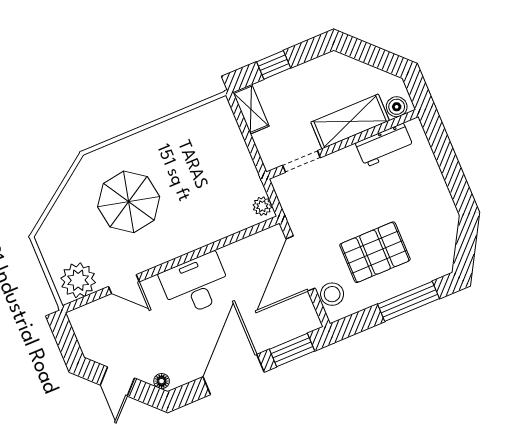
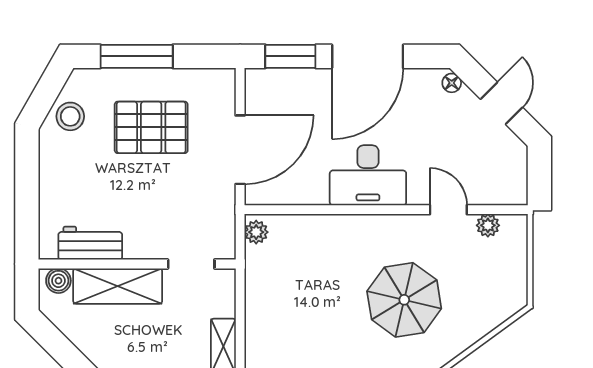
plant: (78, 280) -> (488, 225), width x0.53, depth x0.53
stool: (332, 294) -> (70, 116), moved

